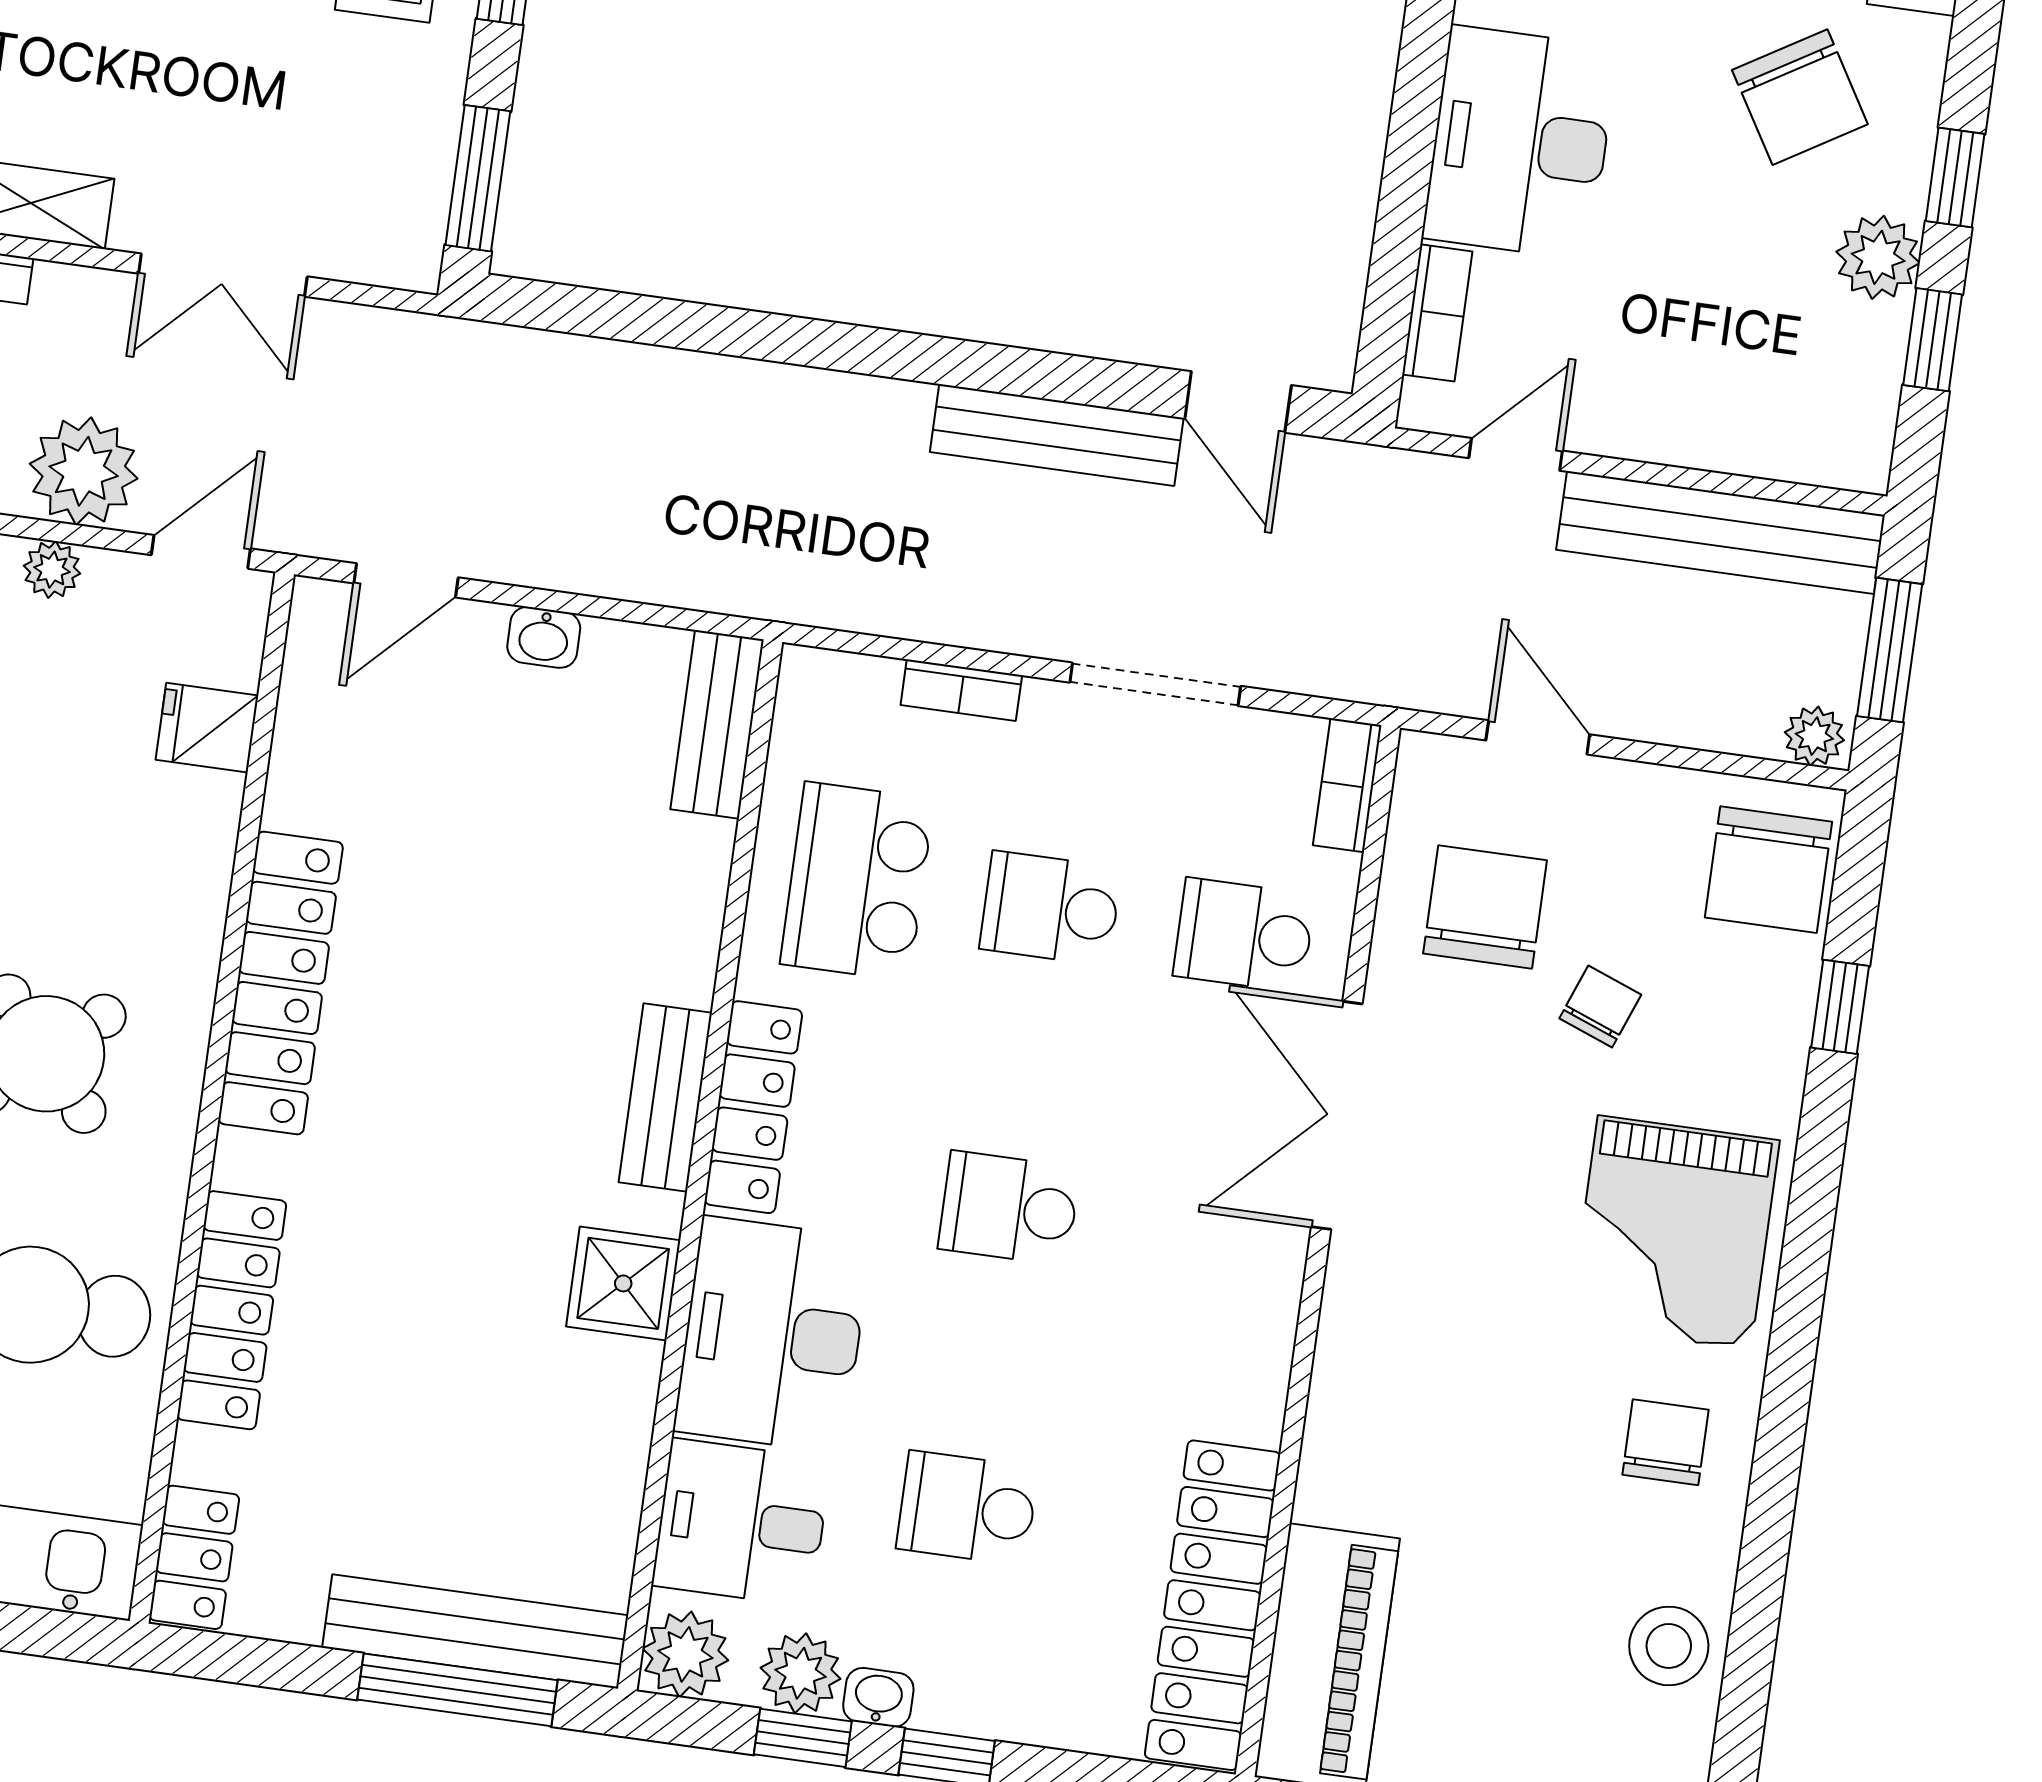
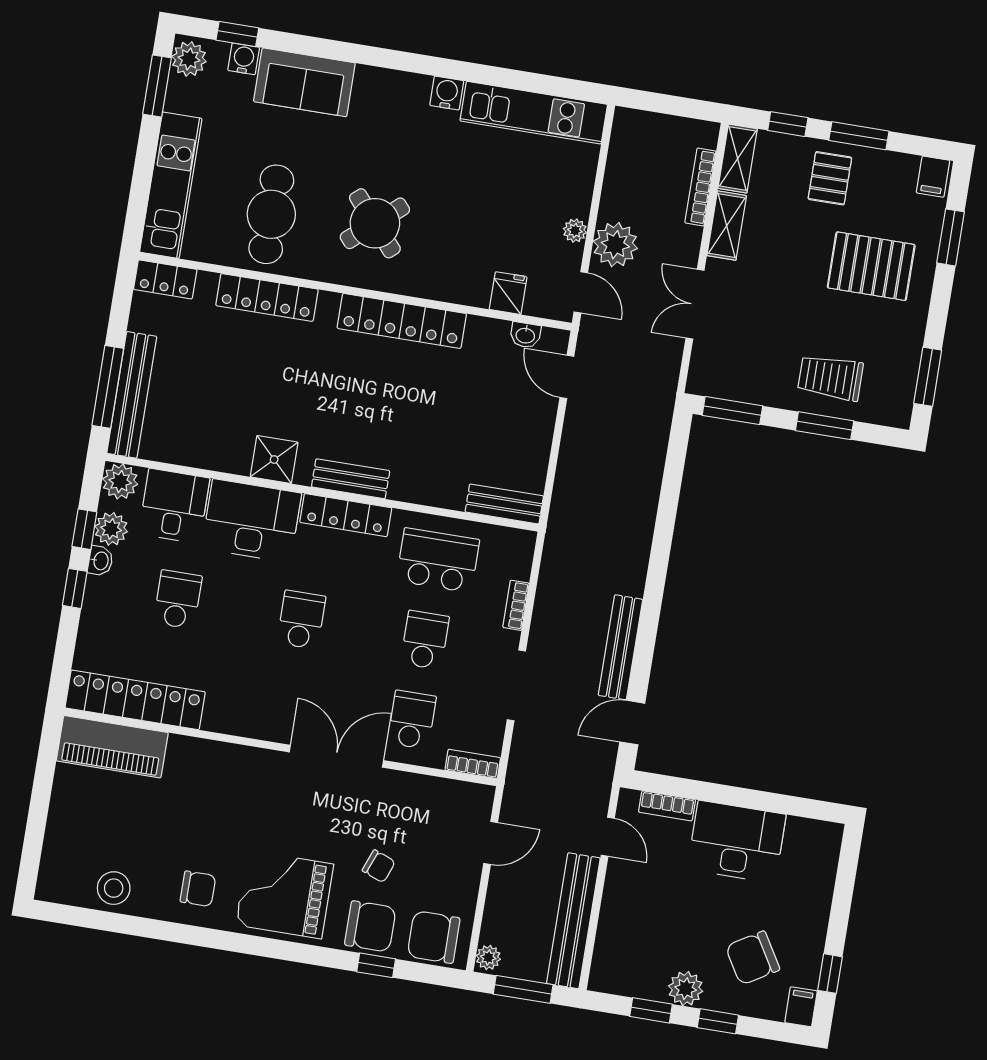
washbasin: (544, 637) -> (525, 335), moved, turned -90
chair: (1485, 907) -> (370, 926), moved

